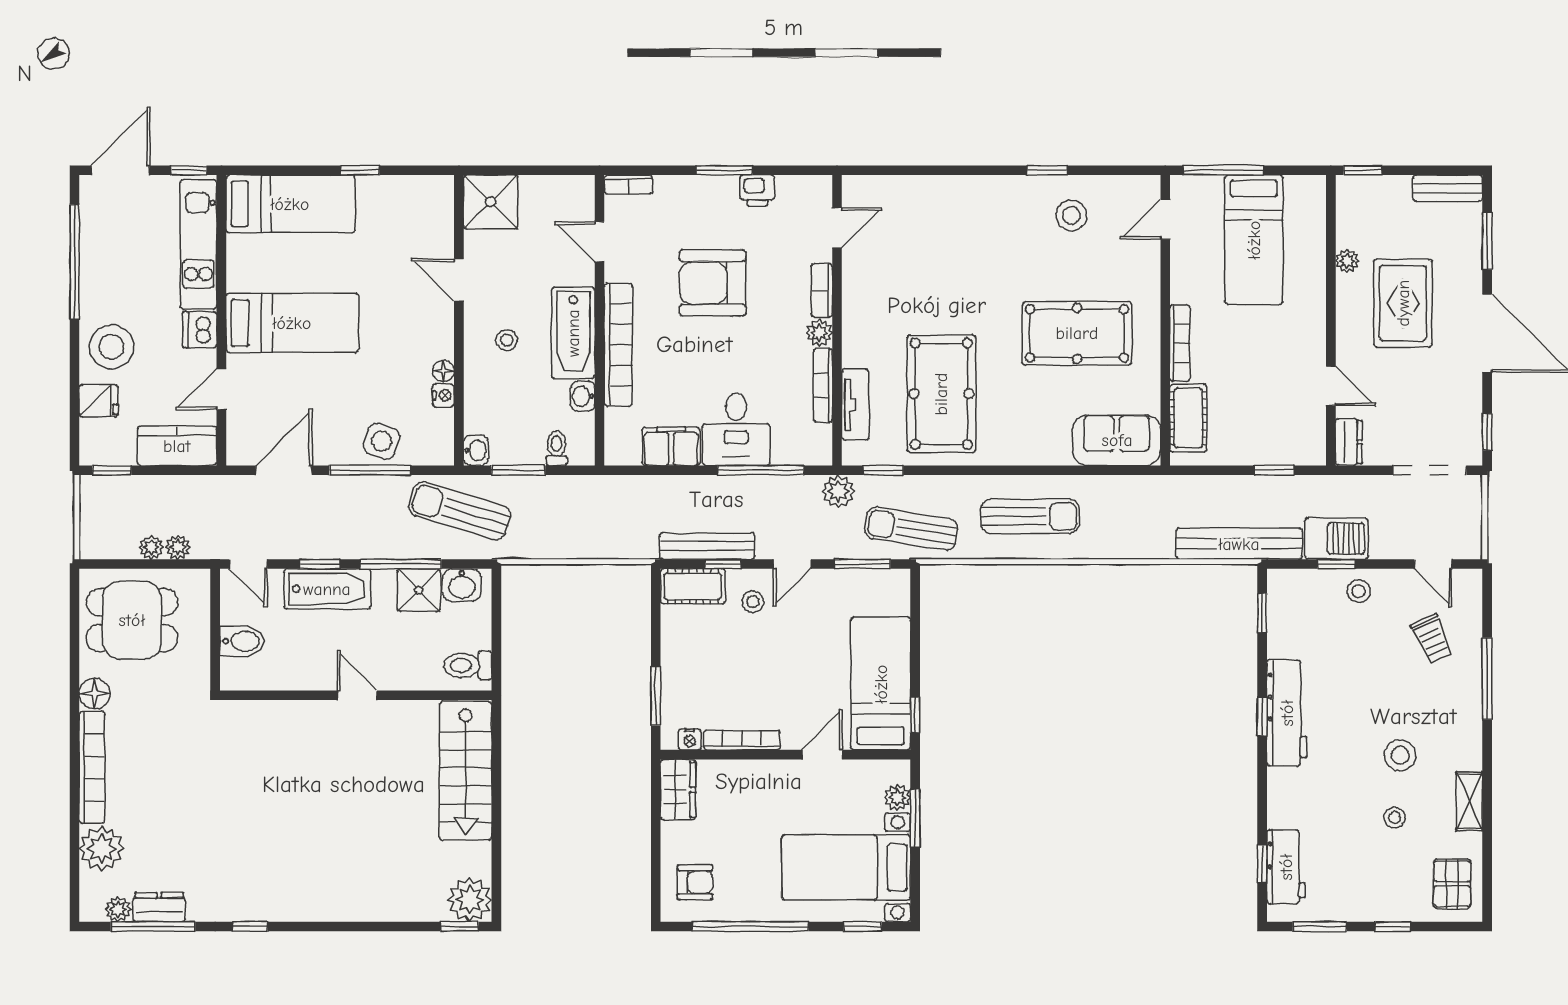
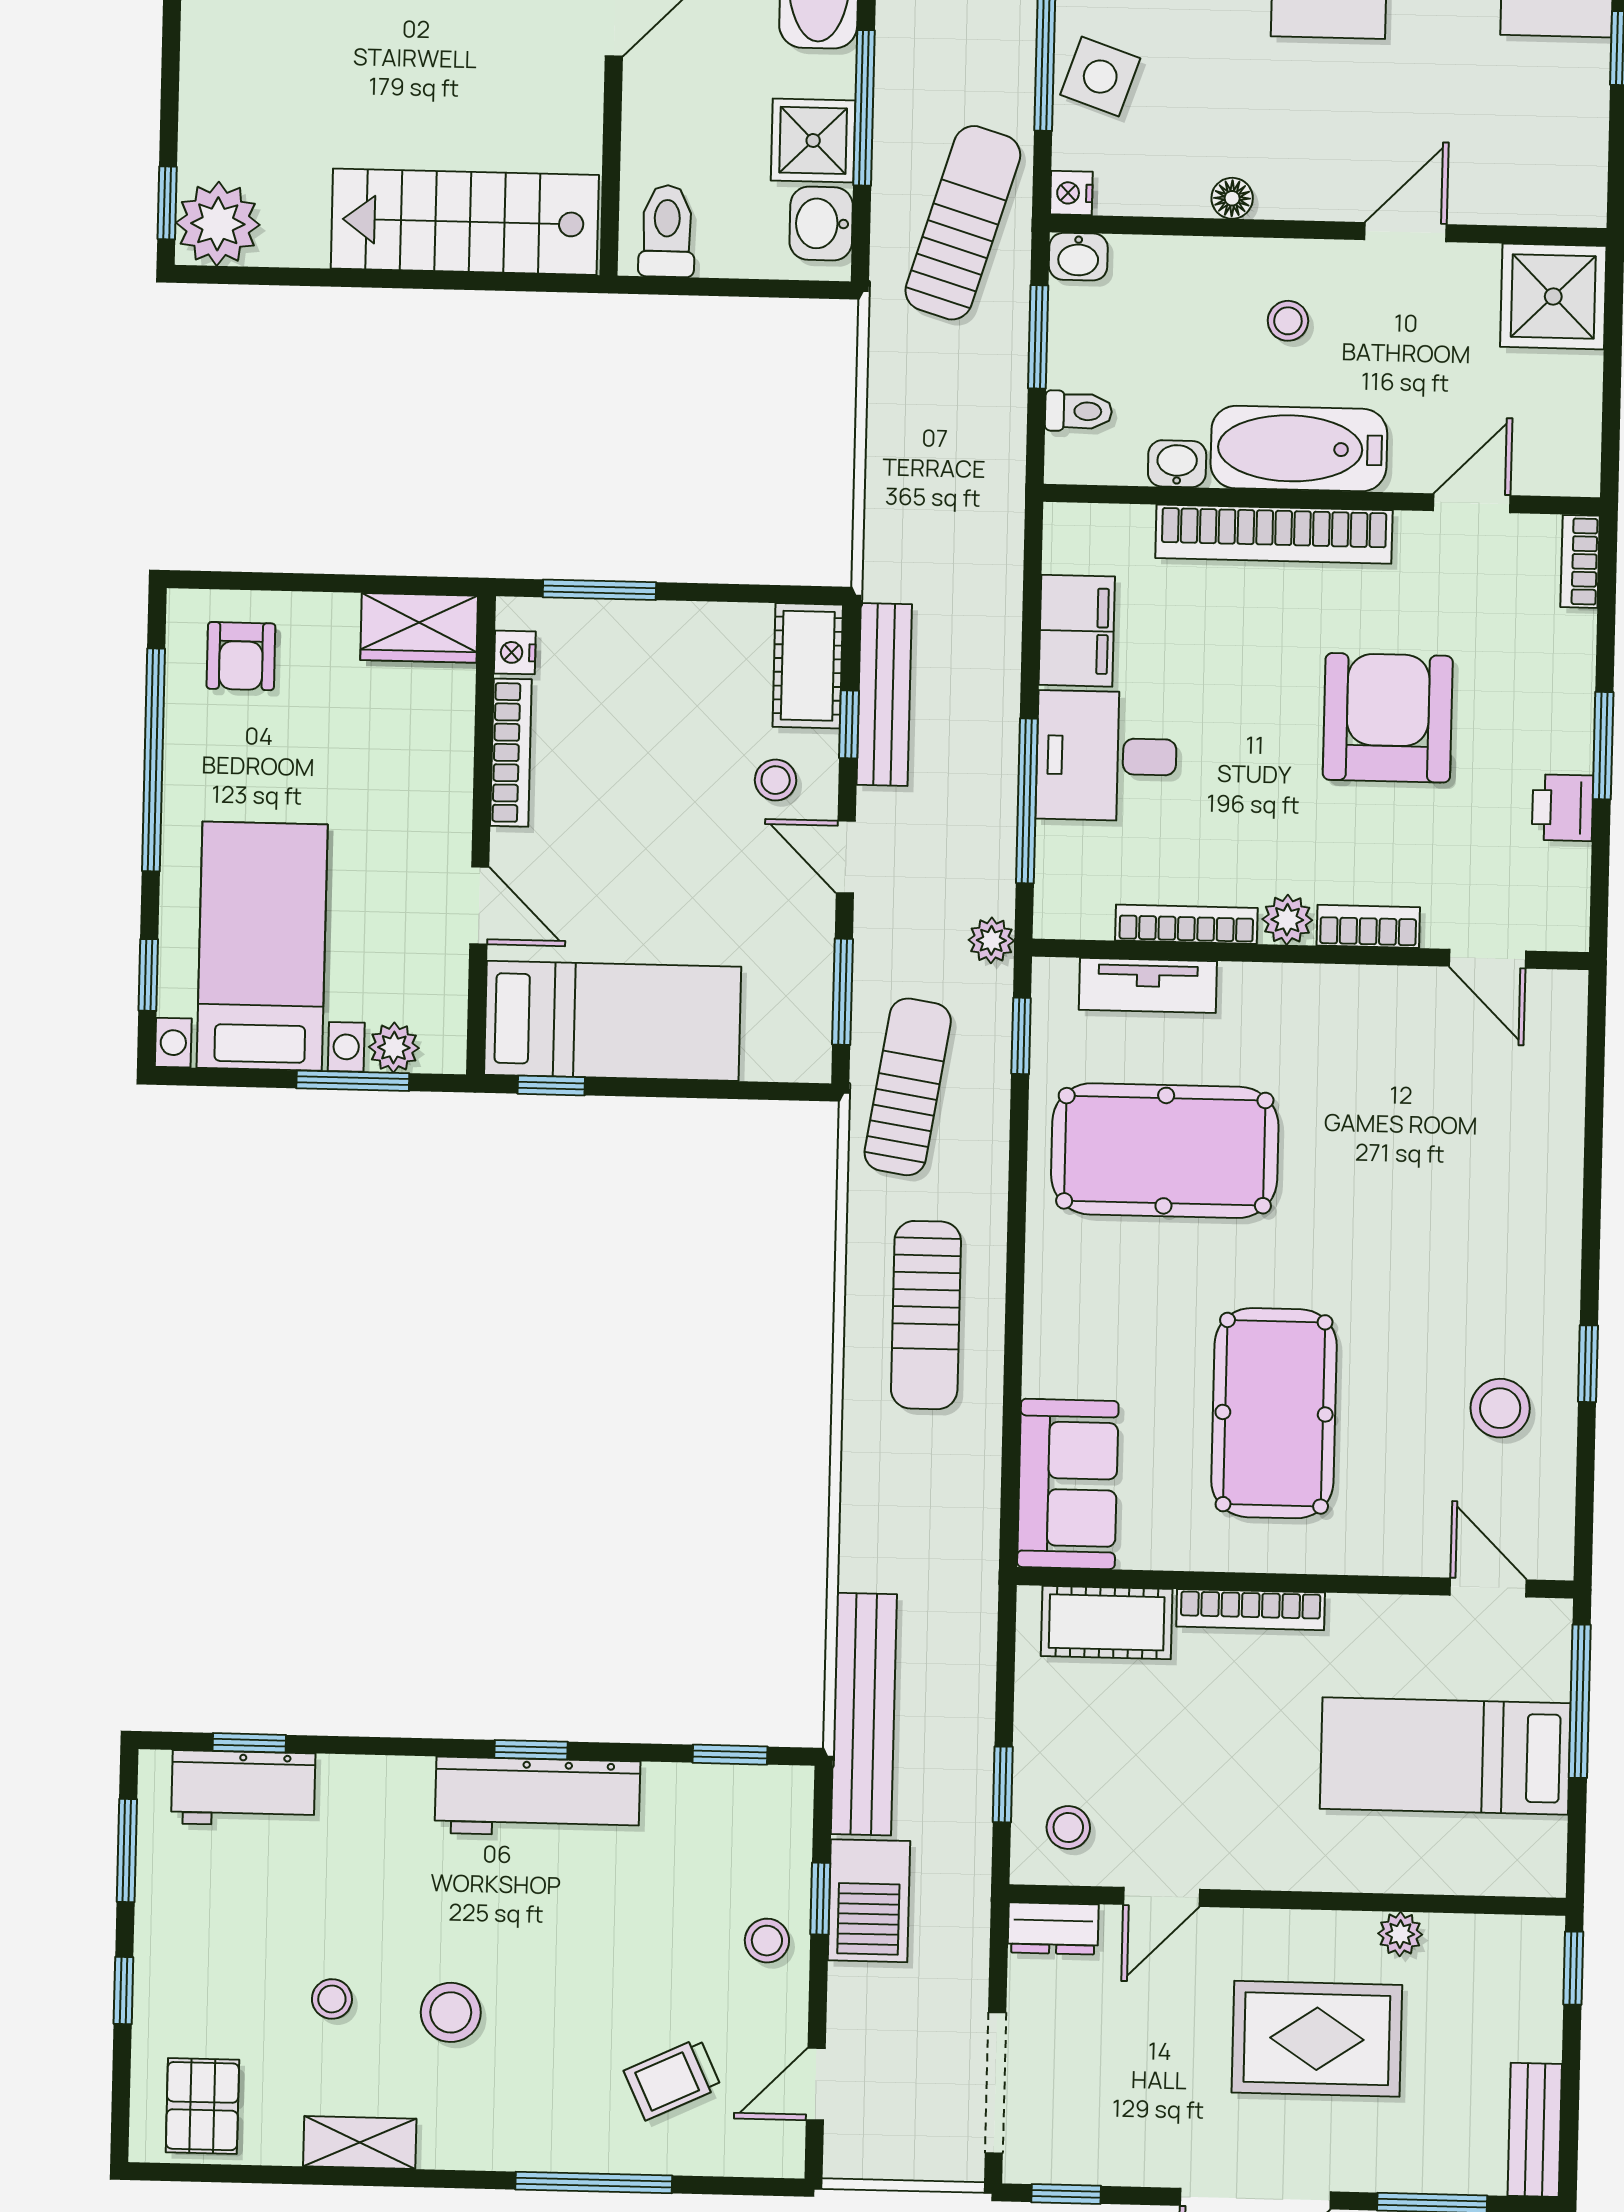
nightstand: (443, 395) -> (1071, 193), moved, turned 90
stool: (1296, 435) -> (1068, 1828), added
plant: (838, 491) -> (991, 940), width x0.73, depth x0.73
pallet: (1452, 884) -> (202, 2106), turned 90

